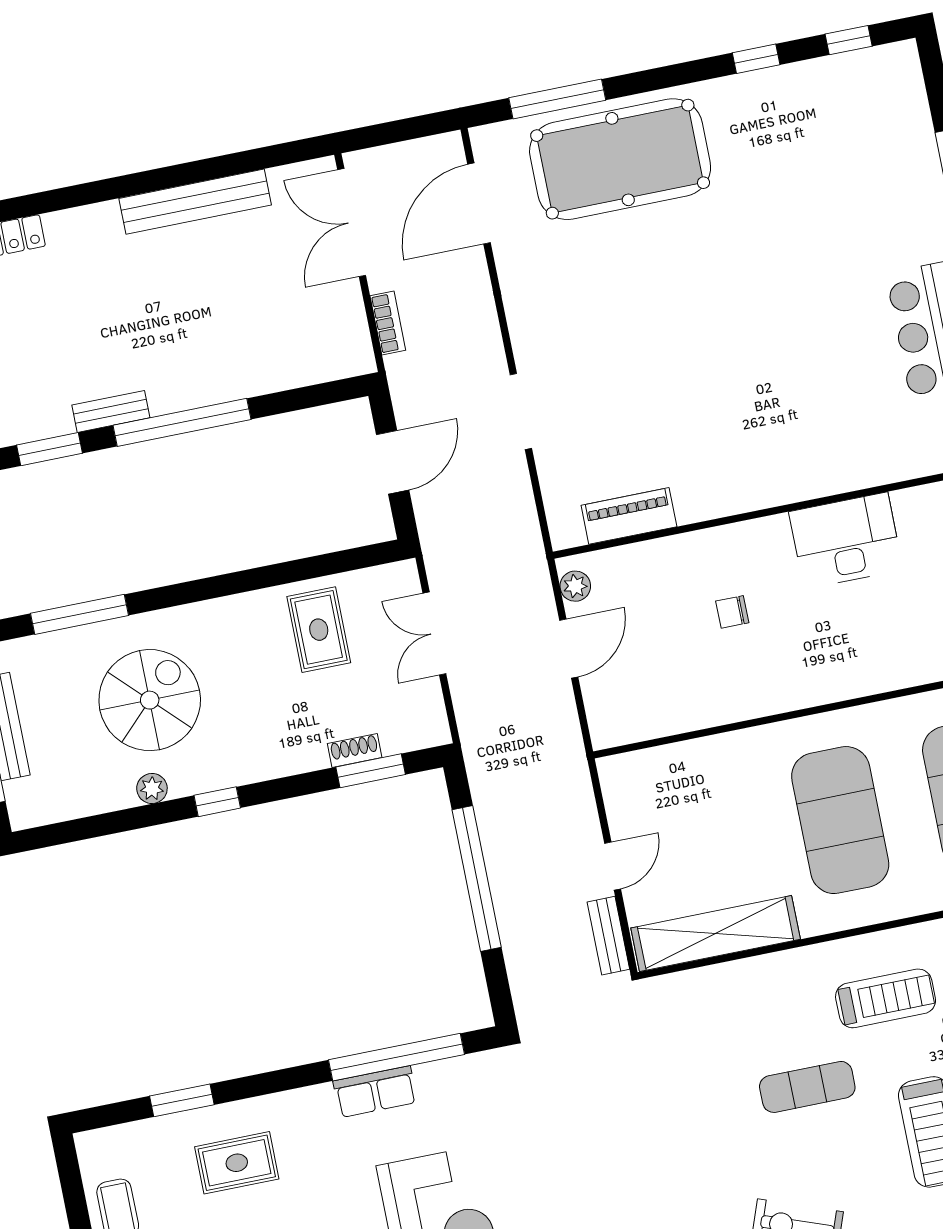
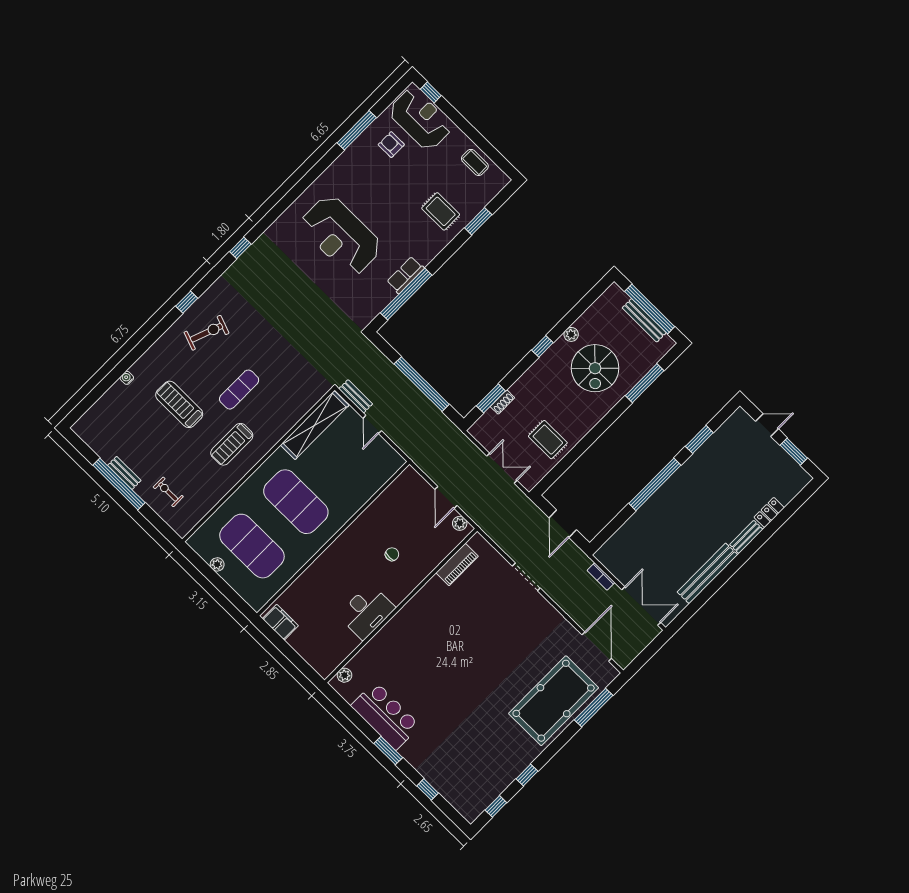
bench: (111, 411) -> (746, 537), moved
rug: (237, 1163) -> (441, 211), turned 90

